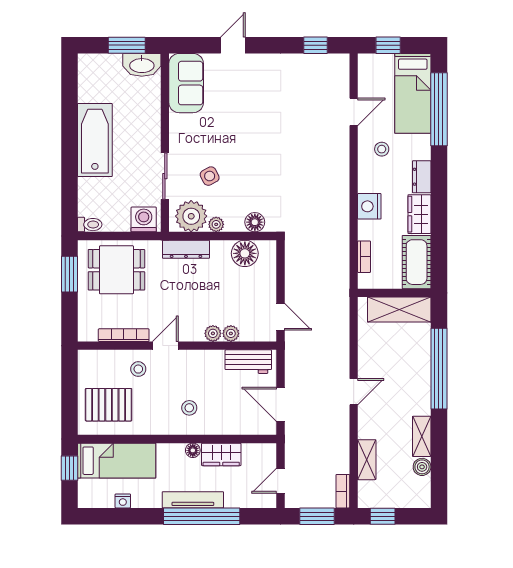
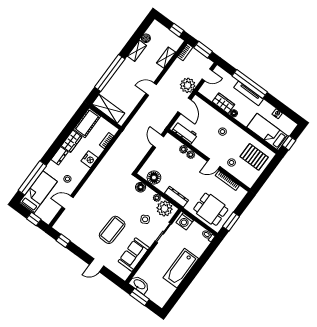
sofa: (186, 83) -> (134, 255), moved
coffee table: (250, 120) -> (112, 230), added
plant: (300, 441) -> (188, 85), added

